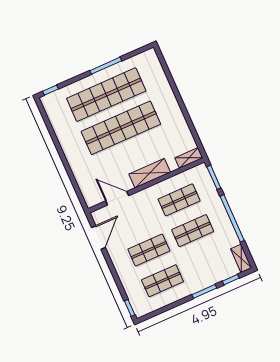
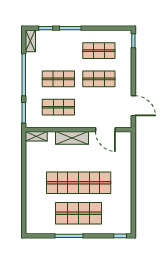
shop shelf: (106, 95) -> (79, 213), width x0.71
door: (98, 237) -> (133, 106), swing flipped

